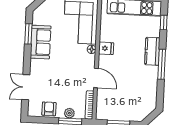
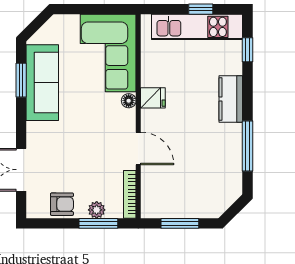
sofa: (41, 42) -> (42, 83), width x1.36
window: (162, 64) -> (247, 146), moved
armchair: (49, 109) -> (62, 204), turned 90

